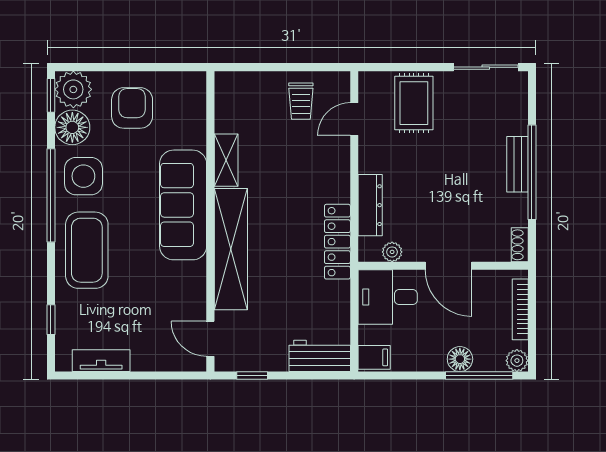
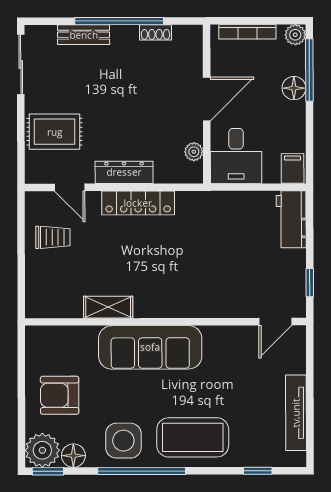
floor lamp: (72, 127) -> (73, 456), width x0.73, depth x0.73
bench: (517, 164) -> (84, 35), moved
dresser: (370, 205) -> (124, 172), moved
locker: (337, 242) -> (138, 203), moved
shoe rack: (520, 245) -> (155, 32), moved
shelving: (231, 249) -> (192, 303), removed
tv unit: (101, 361) -> (296, 413), width x1.41

